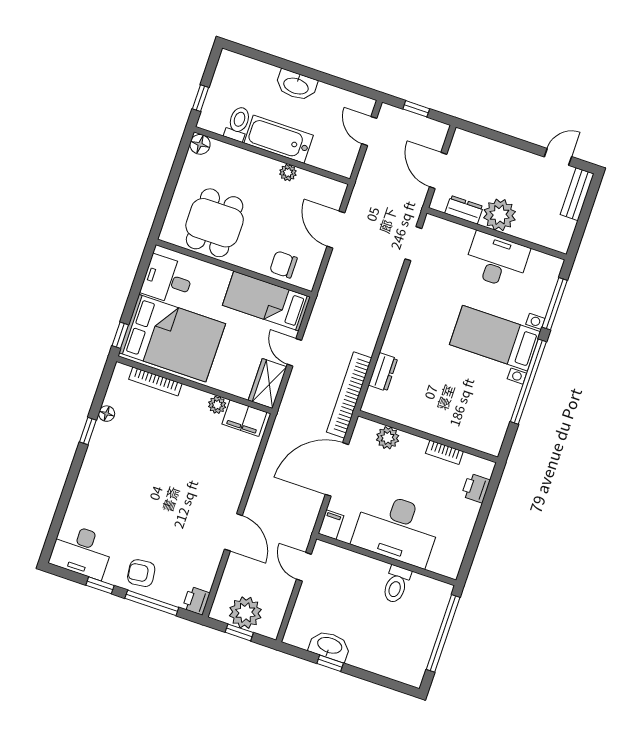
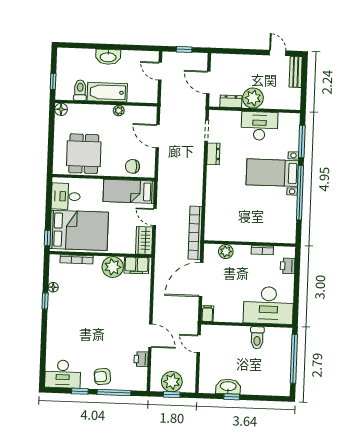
door: (558, 157) -> (278, 53), hinge flipped
dresser: (383, 372) -> (213, 154), moved
plant: (217, 405) -> (113, 267), width x1.88, depth x1.88
desk: (397, 529) -> (268, 305), moved
printer: (196, 601) -> (141, 359), moved

